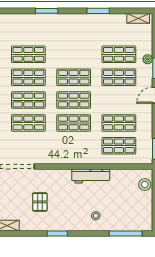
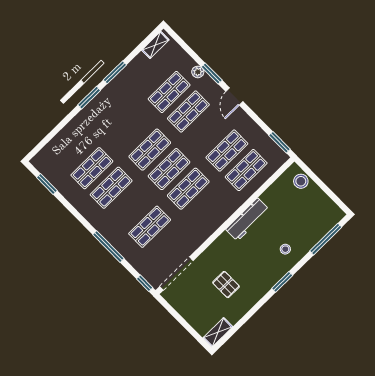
window: (47, 11) -> (89, 98), moved
shop shelf: (28, 100) -> (130, 207), removed
window: (57, 233) -> (282, 282), moved

